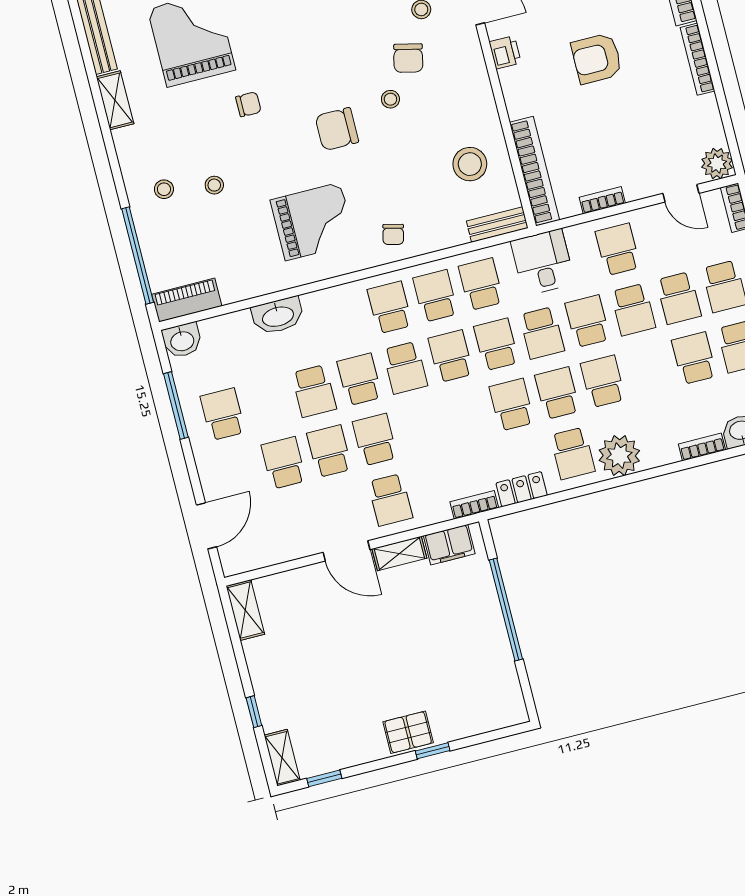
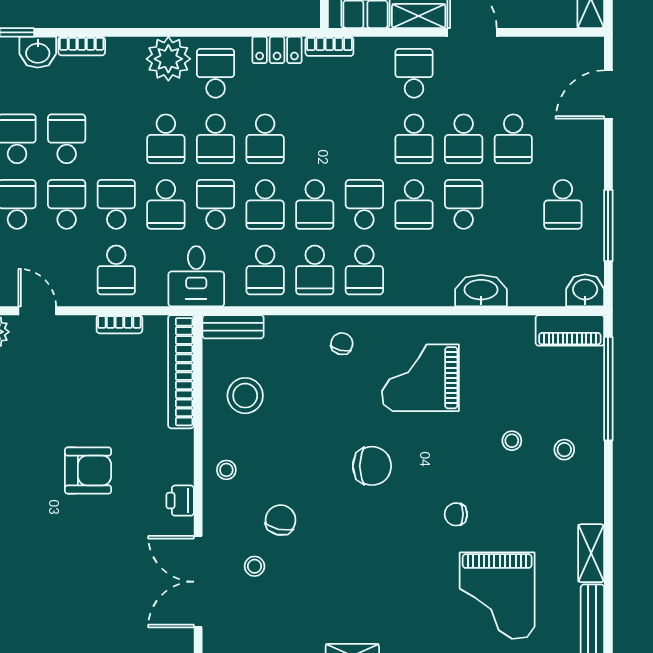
stool: (390, 99) -> (226, 470), moved
school desk: (694, 358) -> (67, 139), turned 180

